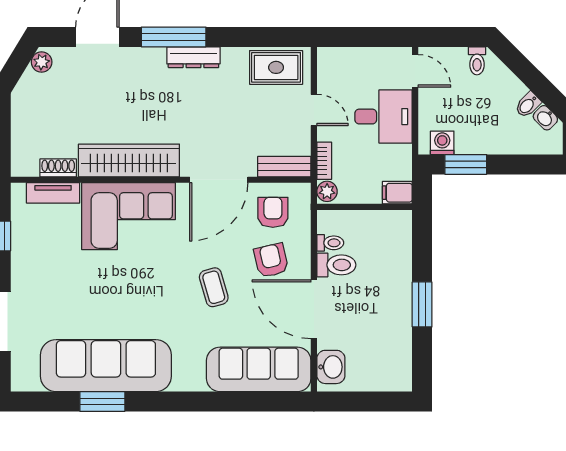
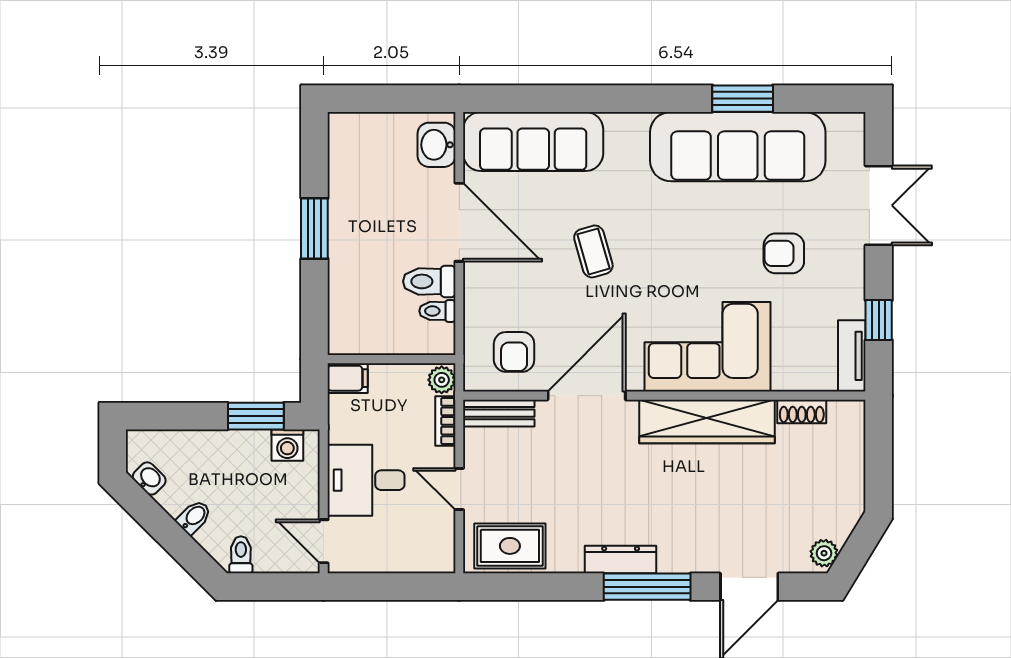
bidet: (528, 105) -> (194, 517), moved
tv unit: (53, 193) -> (852, 356), moved, turned -90
armchair: (271, 260) -> (784, 253), moved, turned 103

